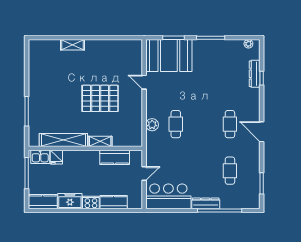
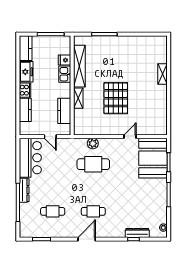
cafe table: (176, 124) -> (93, 164), width x1.37, depth x1.35
kitchen sink: (40, 157) -> (65, 74), moved

